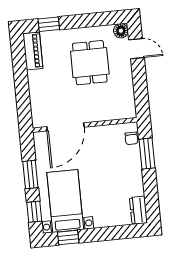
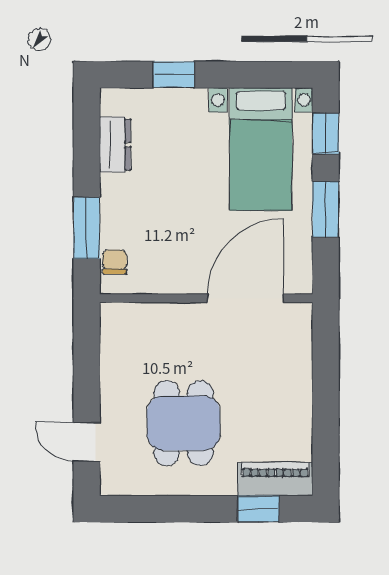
floor lamp: (121, 31) -> (114, 481), removed
piano: (33, 51) -> (275, 479), moved, turned 90
dresser: (138, 210) -> (115, 145), moved
window: (68, 237) -> (174, 75), moved

